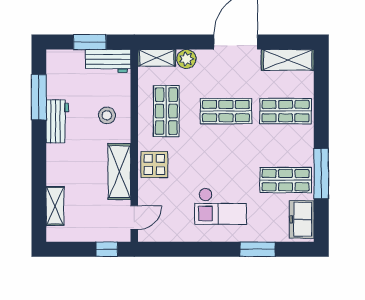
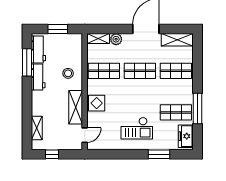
workbench: (108, 61) -> (38, 50), moved, turned -90
shop shelf: (166, 111) -> (104, 71), turned 90
window: (107, 249) -> (52, 154), moved

